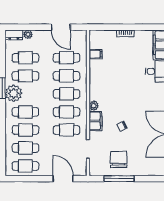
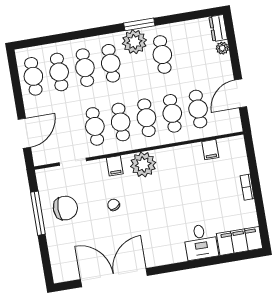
cafe table: (25, 58) -> (188, 50), removed
plant: (94, 106) -> (143, 165), width x1.88, depth x1.88
filing cabinet: (96, 121) -> (115, 166), width x0.50

